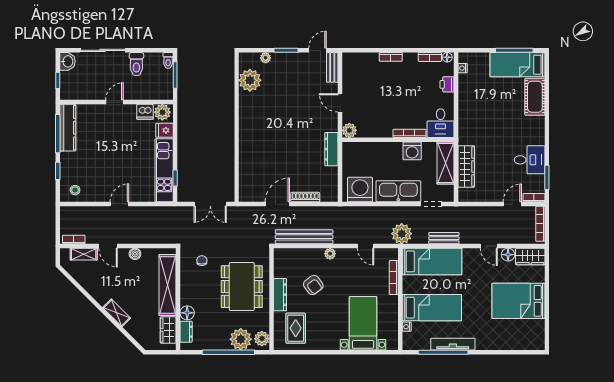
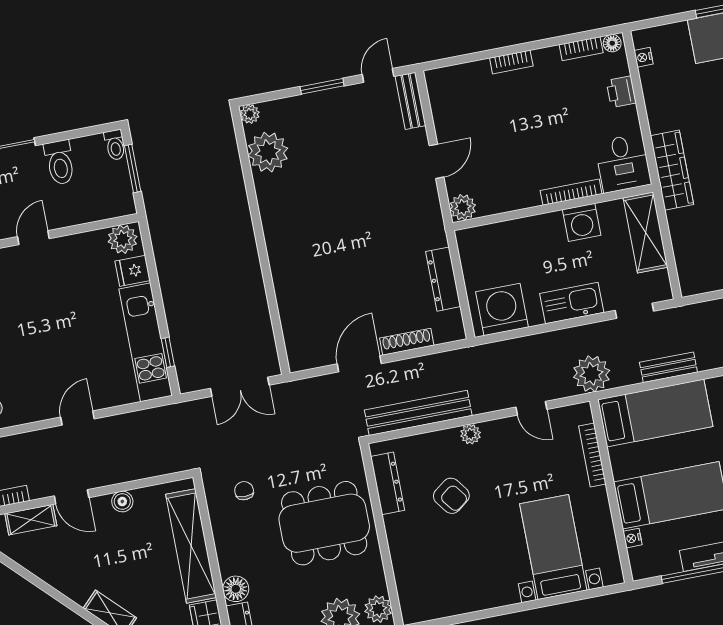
plant: (266, 58) -> (250, 114), moved
door: (340, 103) -> (437, 161), swing flipped
dishwasher: (145, 112) -> (91, 244), removed
dresser: (331, 149) -> (443, 279), moved
wardrobe: (466, 166) -> (672, 170), moved
kitchen sink: (398, 191) -> (572, 303), width x0.73, depth x0.81
dining table: (242, 287) -> (324, 523), turned 90
dresser: (280, 295) -> (388, 483), moved
rug: (296, 328) -> (435, 579), removed

